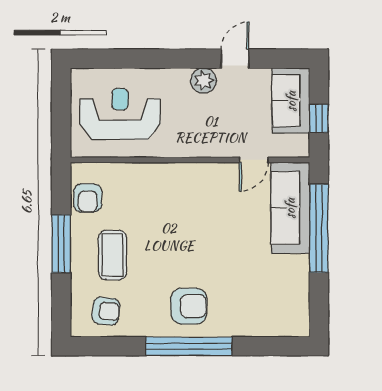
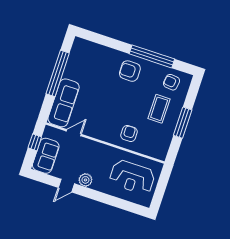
armchair: (88, 198) -> (129, 134), moved
window: (319, 228) -> (58, 73), moved
window: (189, 346) -> (152, 56), moved

